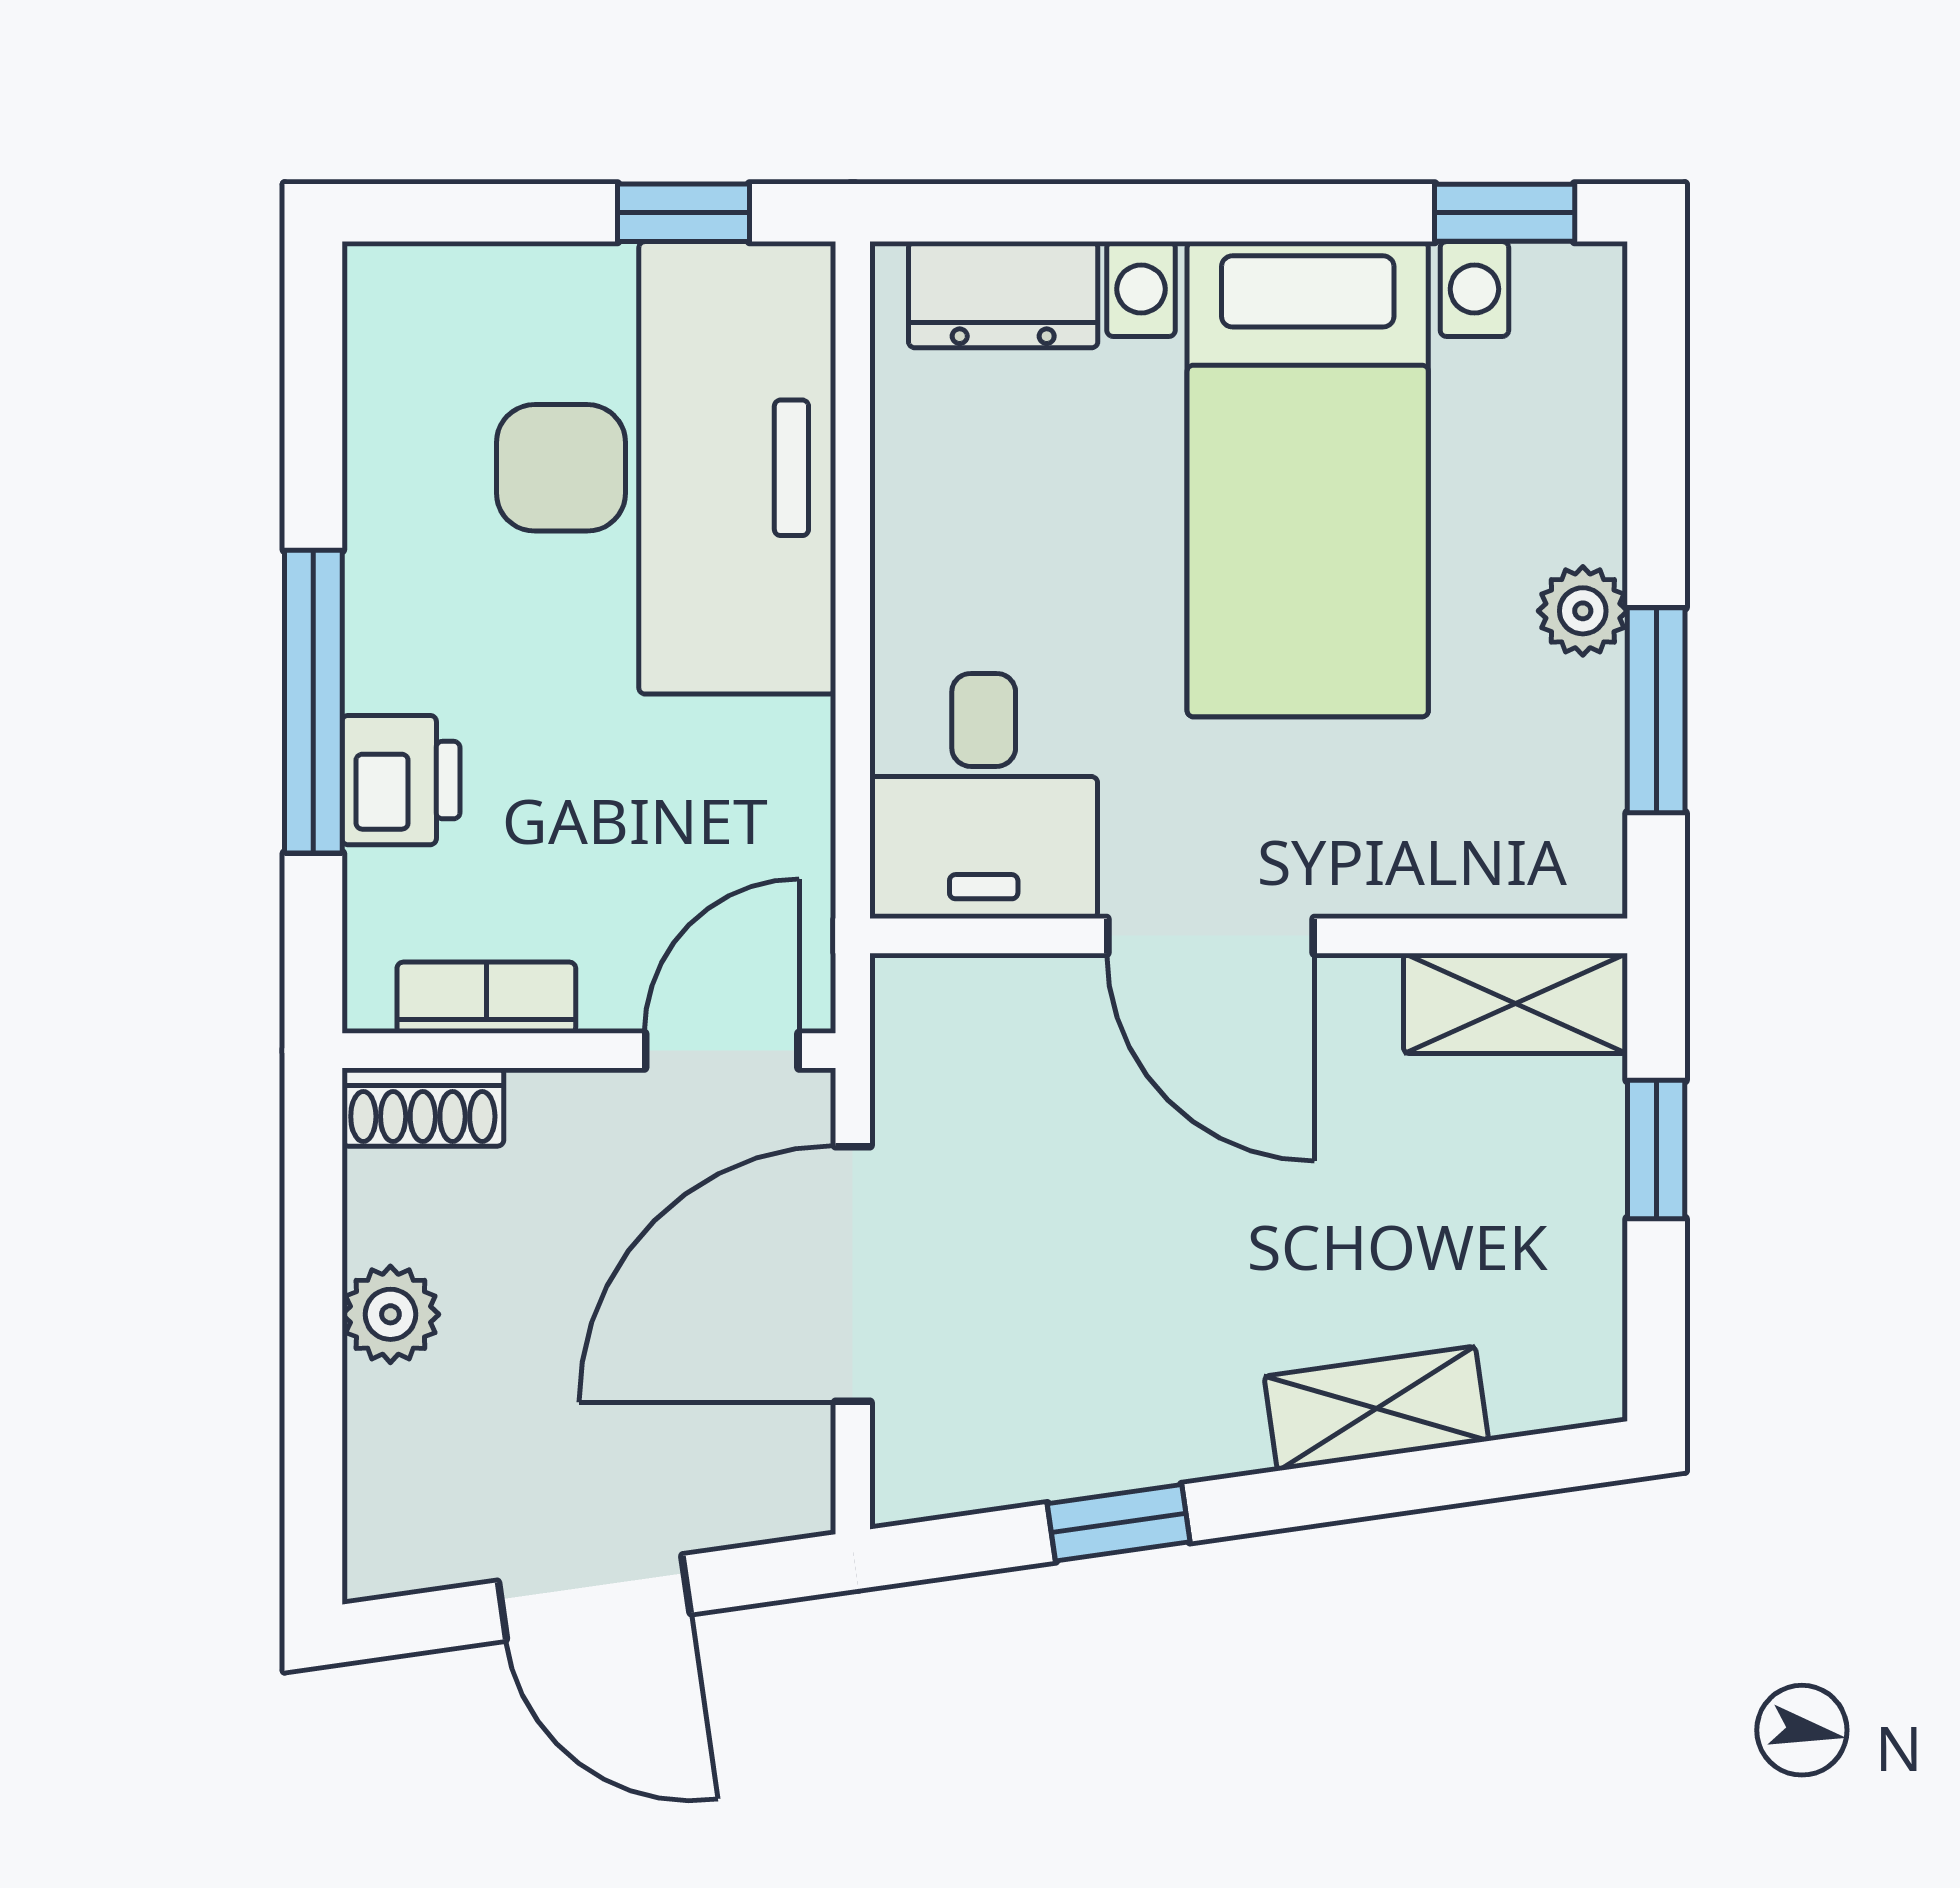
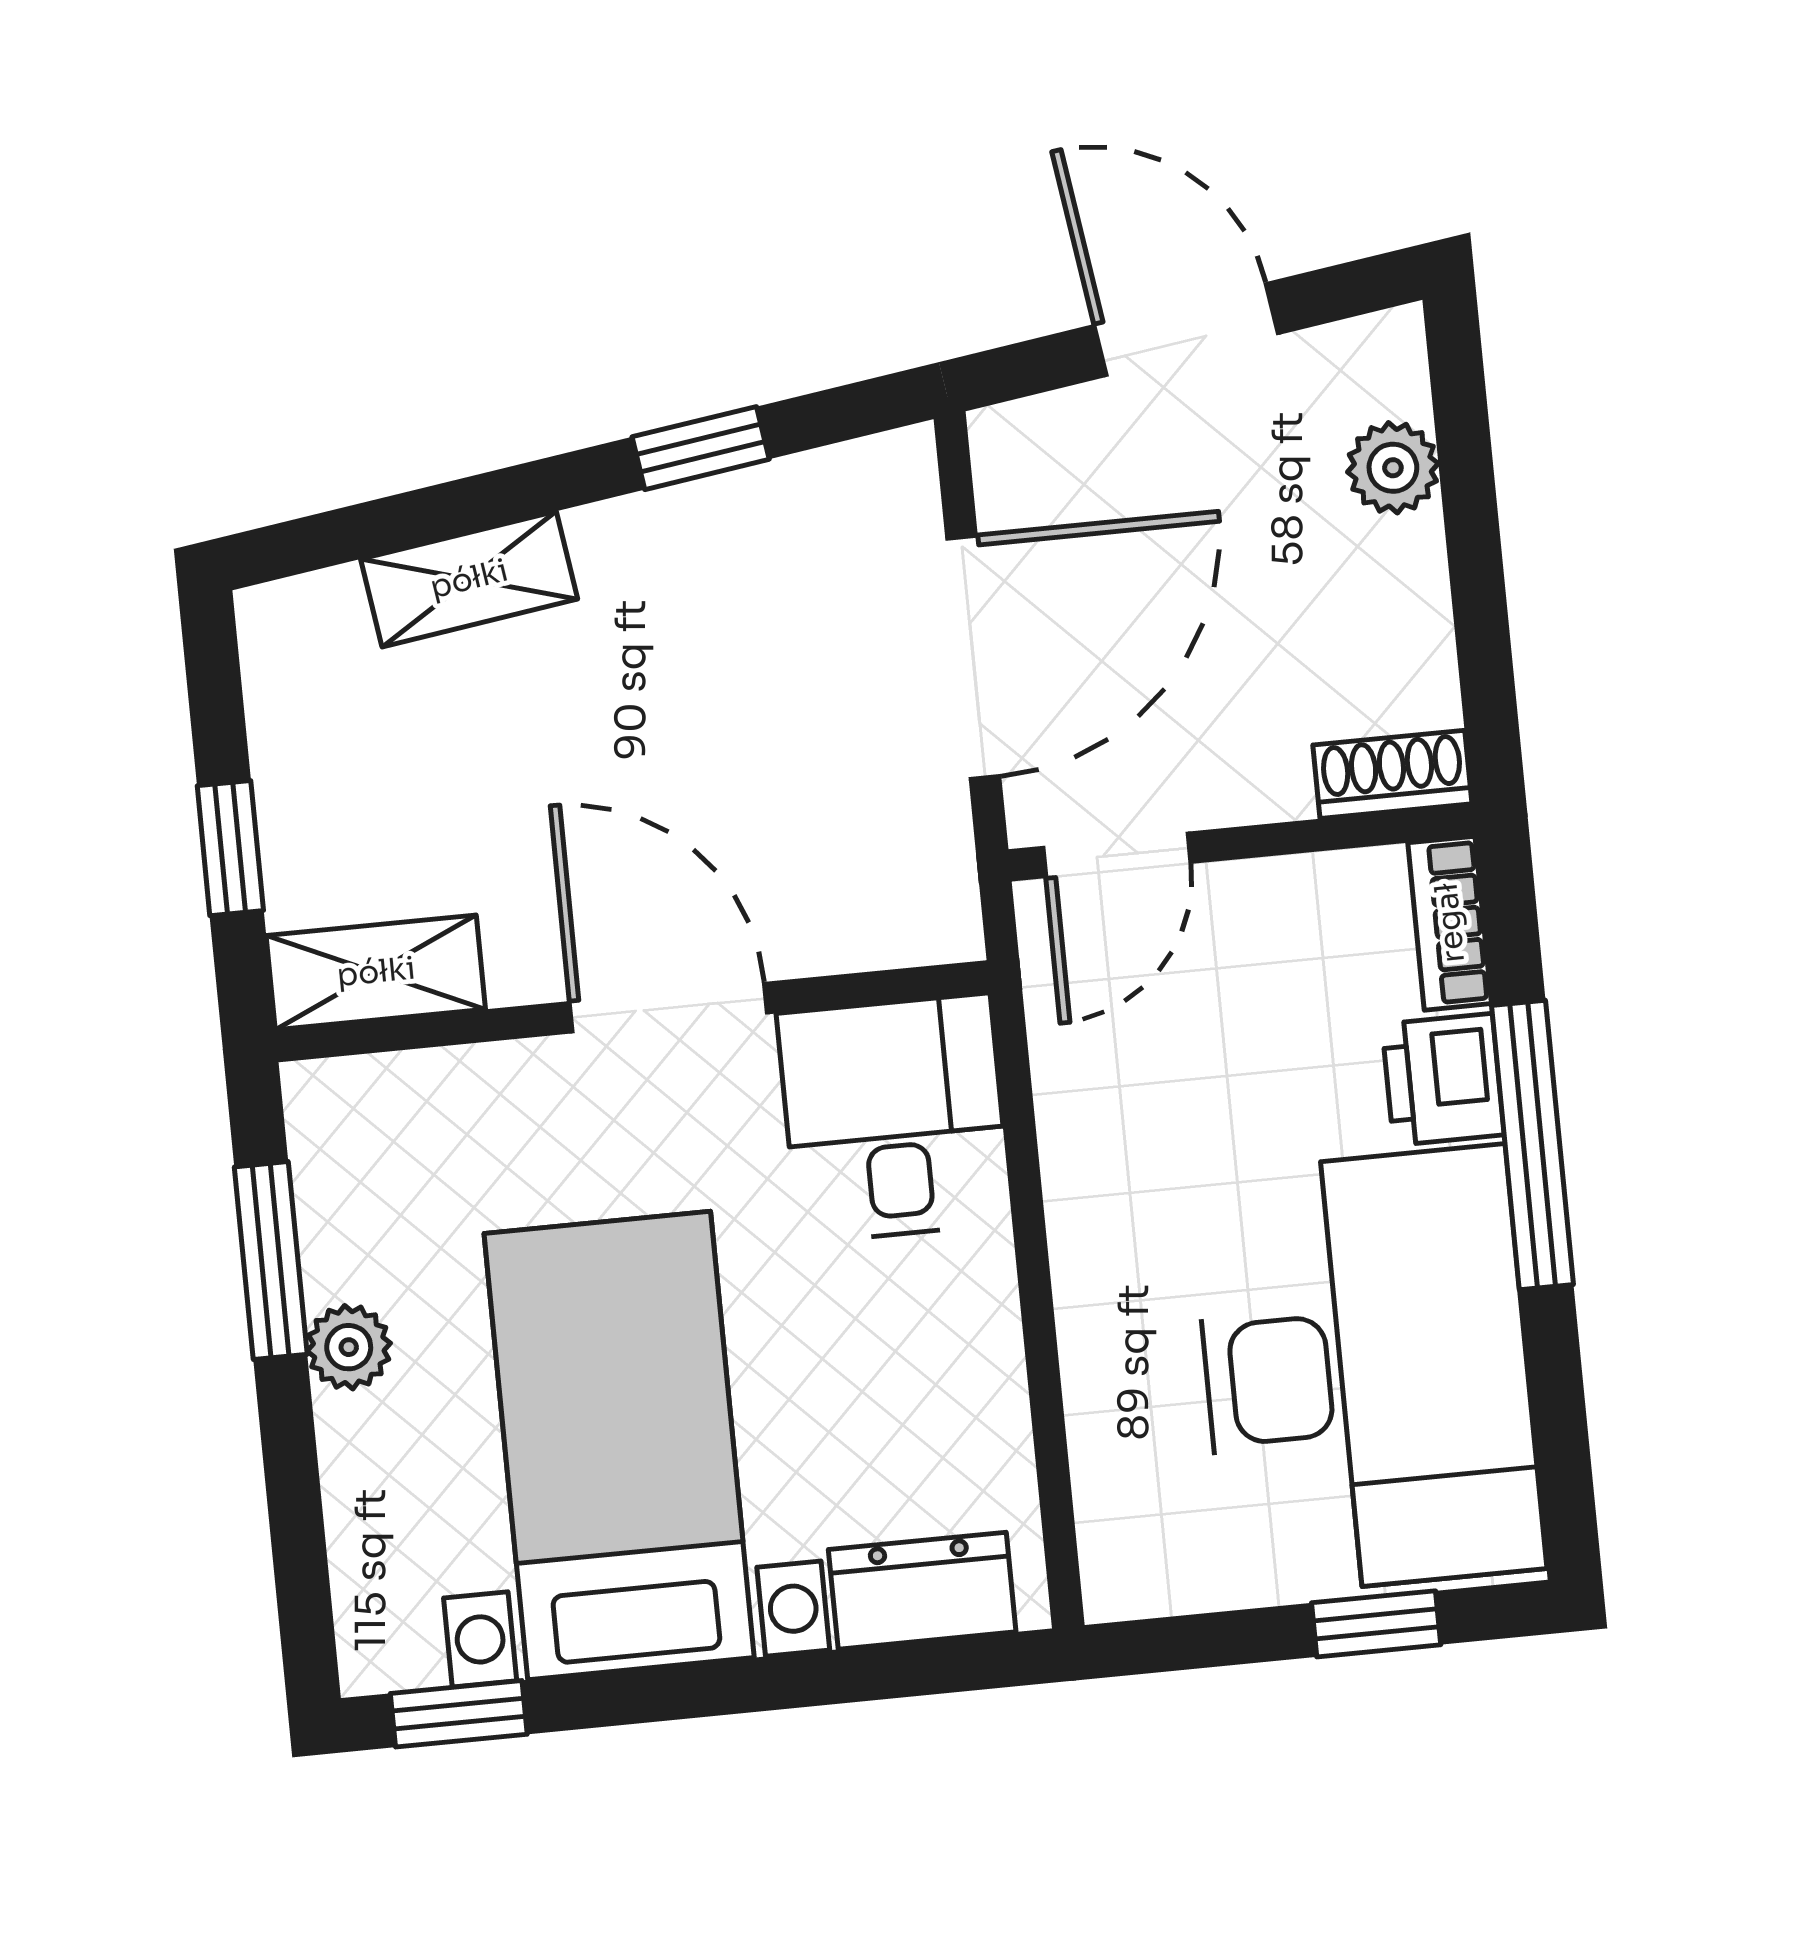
window: (683, 213) -> (1376, 1624), moved
desk: (666, 468) -> (1367, 1372), moved, turned 180
bookcase: (486, 998) -> (1450, 923), moved, turned 90
plant: (390, 1314) -> (1393, 468), moved

